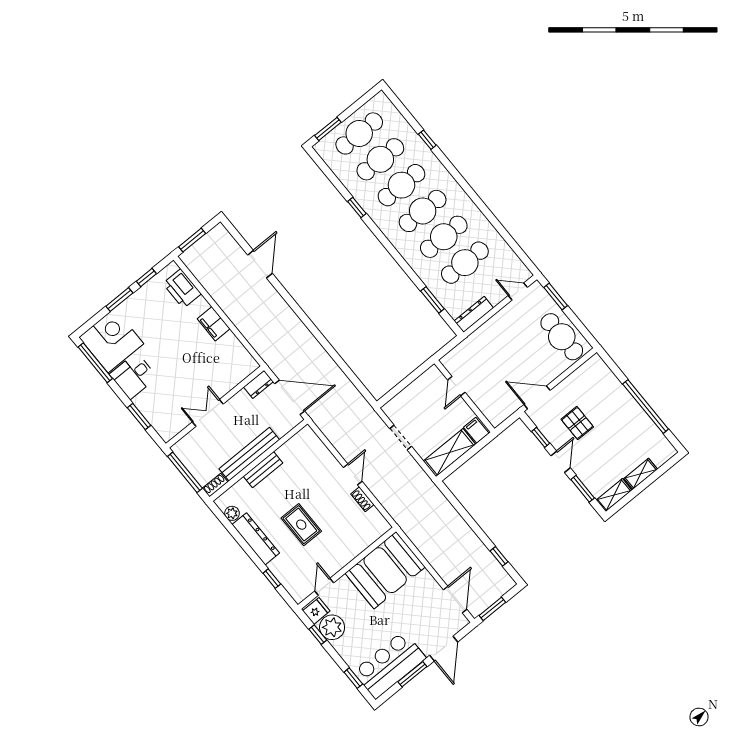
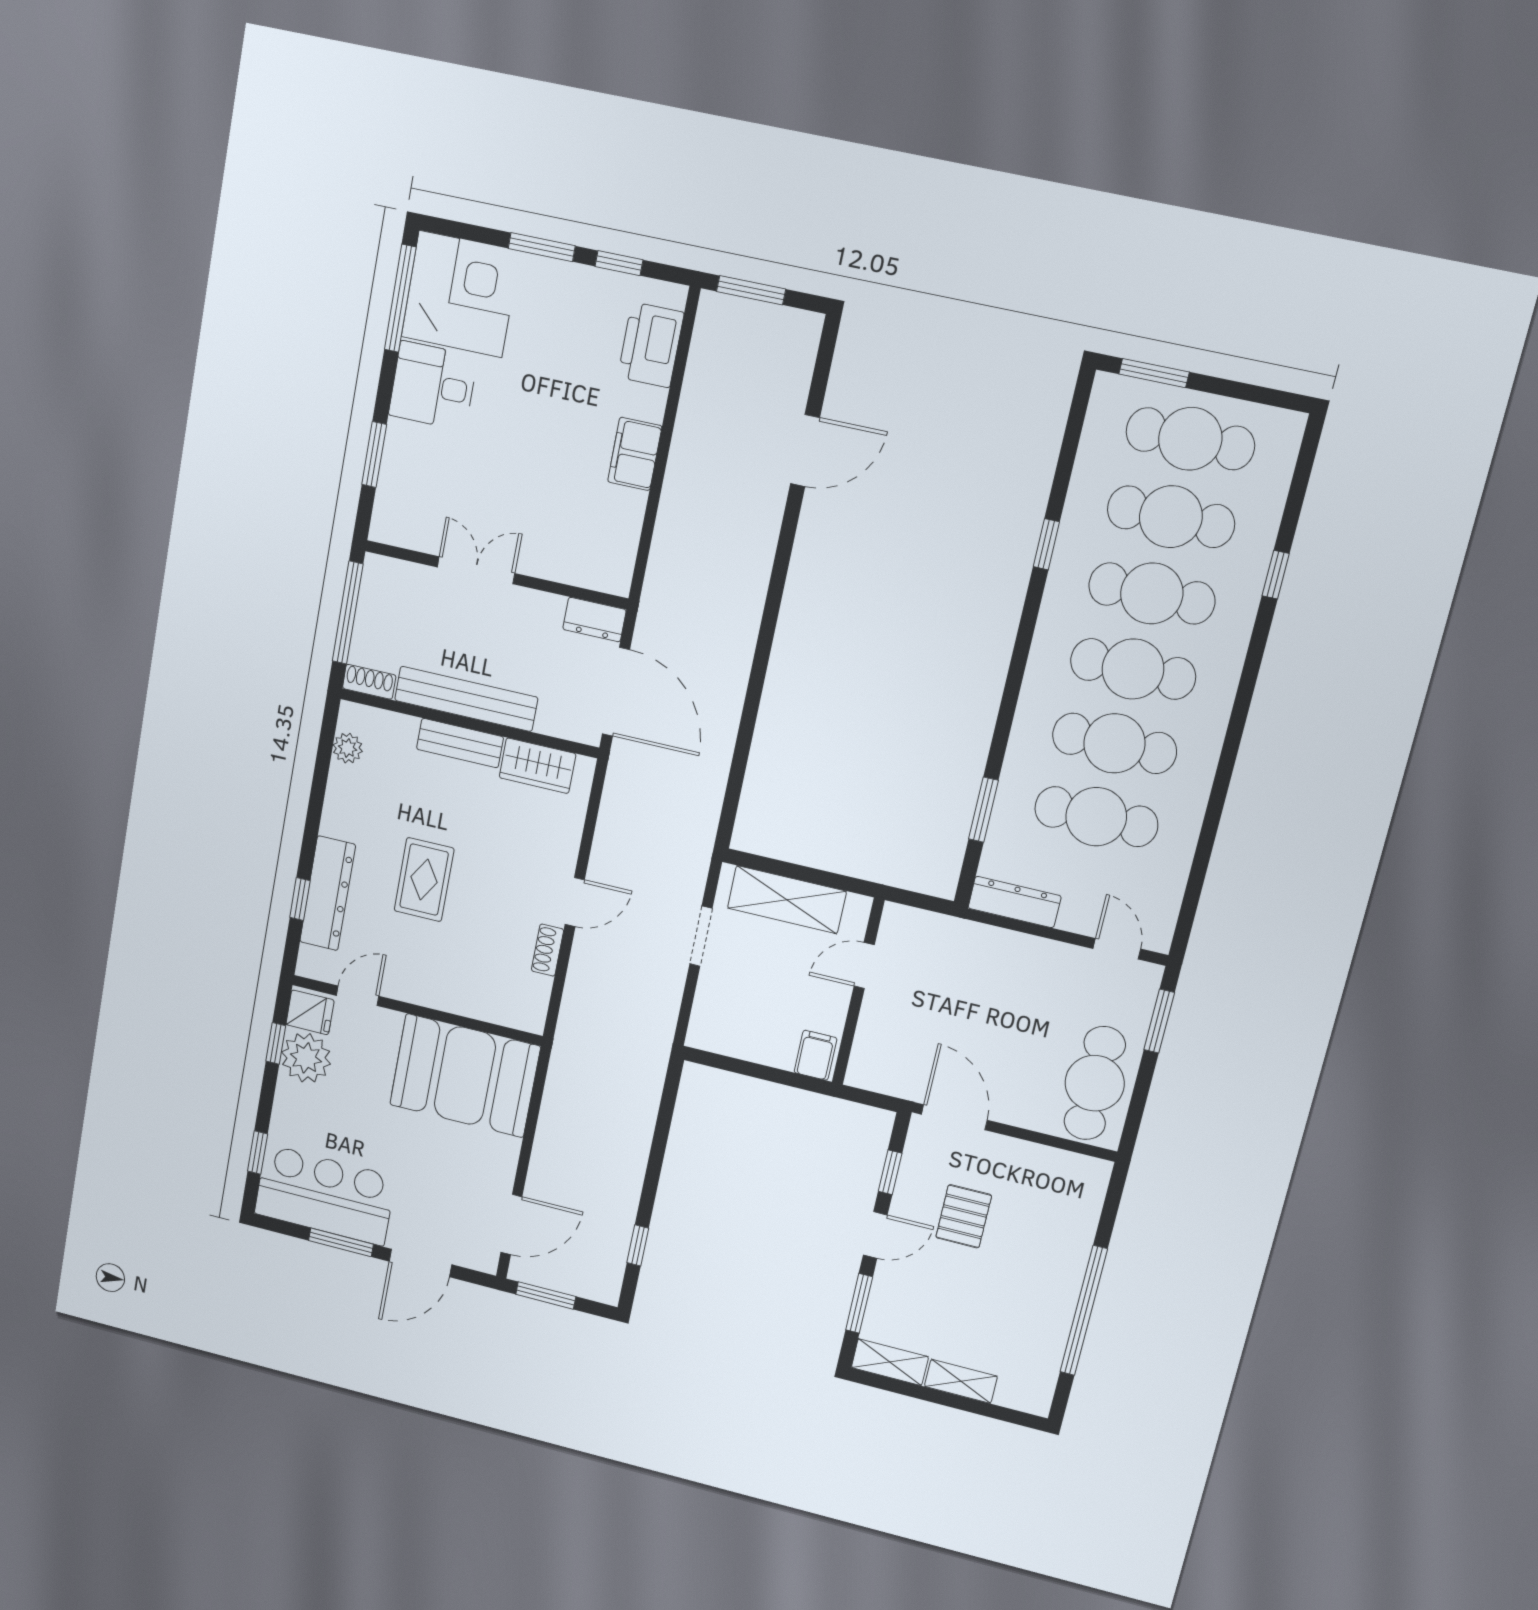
wardrobe: (293, 448) -> (537, 766), added
shelving: (449, 453) -> (787, 900), moved
dresser: (256, 539) -> (328, 893), moved

